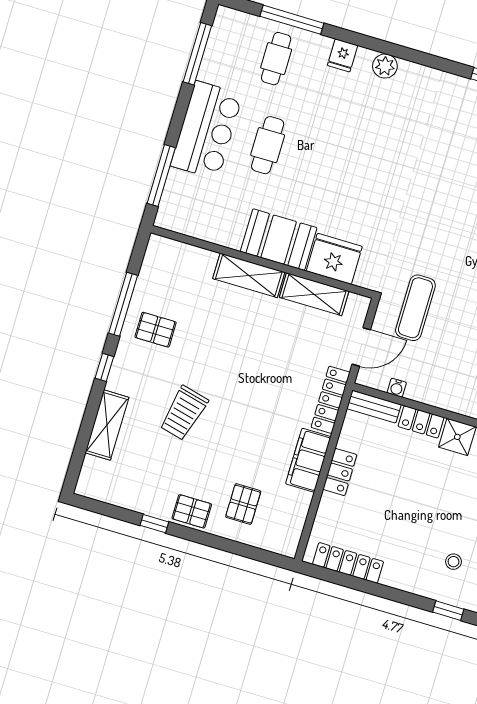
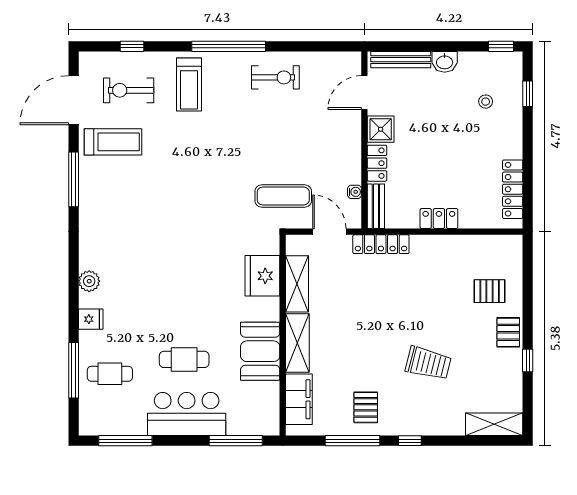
booth: (279, 240) -> (260, 351), moved
shelving: (107, 425) -> (494, 424), moved
filing cabinet: (308, 460) -> (299, 399), moved, turned -90

